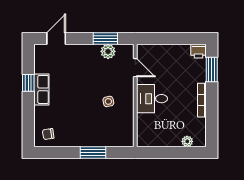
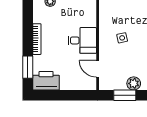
plant: (108, 51) -> (134, 83), moved
printer: (199, 51) -> (46, 81), width x1.87, depth x1.48

